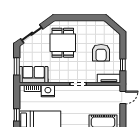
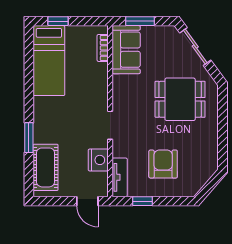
armchair: (101, 53) -> (163, 164), turned 90
nightstand: (48, 91) -> (98, 160), moved

